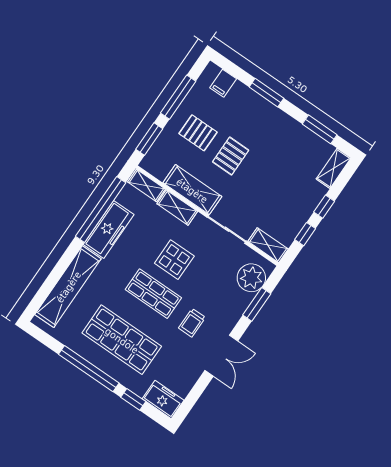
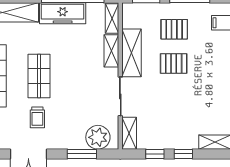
pallet: (198, 133) -> (174, 29), turned 90
display table: (174, 260) -> (73, 74), removed
trolley: (192, 323) -> (37, 117), turned -90

